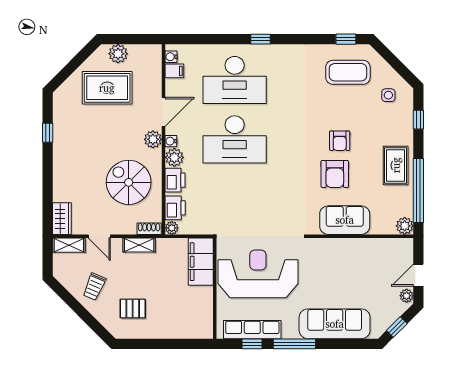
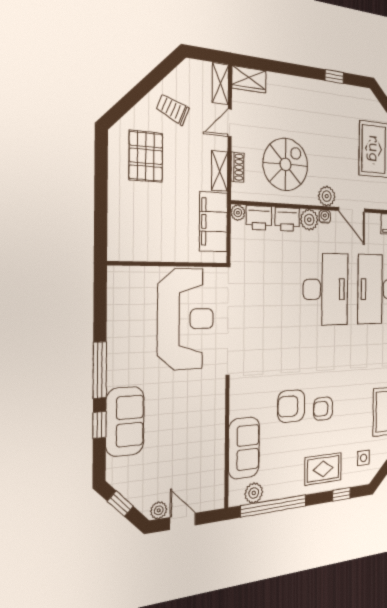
desk: (235, 139) -> (326, 289), turned 180
rug: (396, 165) -> (323, 469), moved
sofa: (345, 220) -> (244, 448), moved
plant: (405, 226) -> (254, 493), moved
shoe rack: (149, 229) -> (237, 167), moved
filing cabinet: (201, 262) -> (213, 222), moved, turned -90
pallet: (133, 308) -> (146, 156), width x1.50, depth x1.42
sofa: (335, 324) -> (125, 421), width x0.73
row of seats: (252, 330) -> (118, 313), removed
window: (252, 344) -> (99, 425), moved

